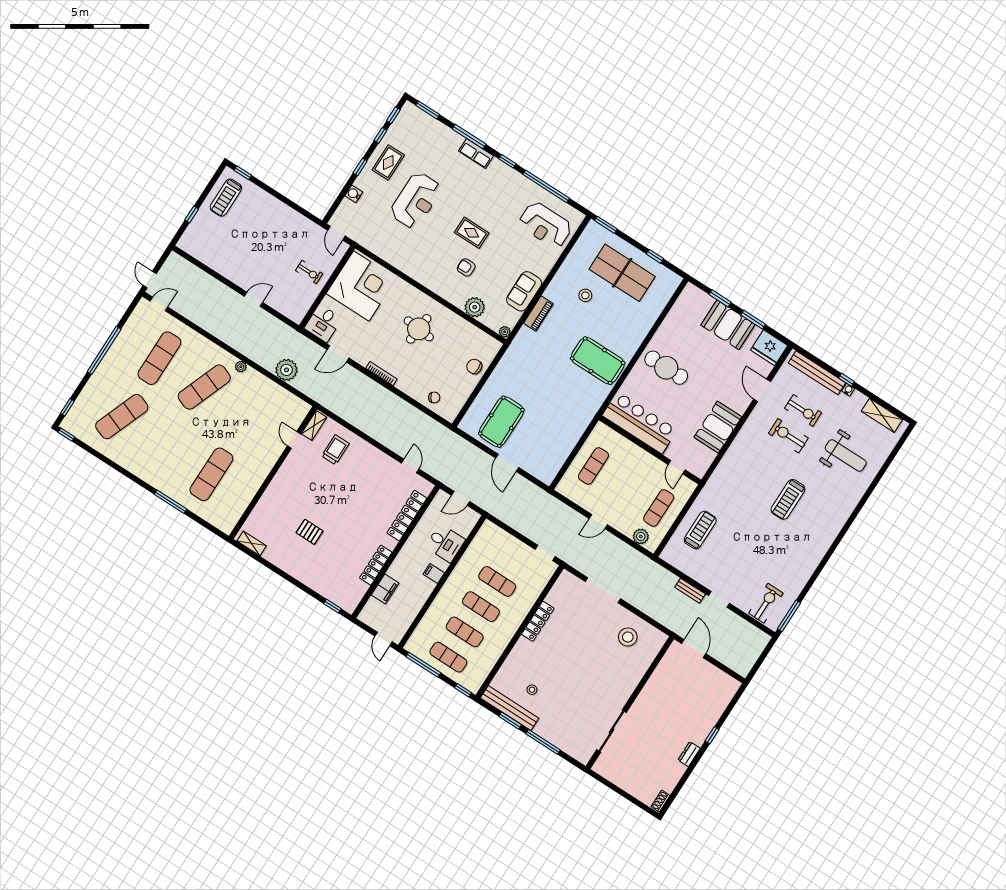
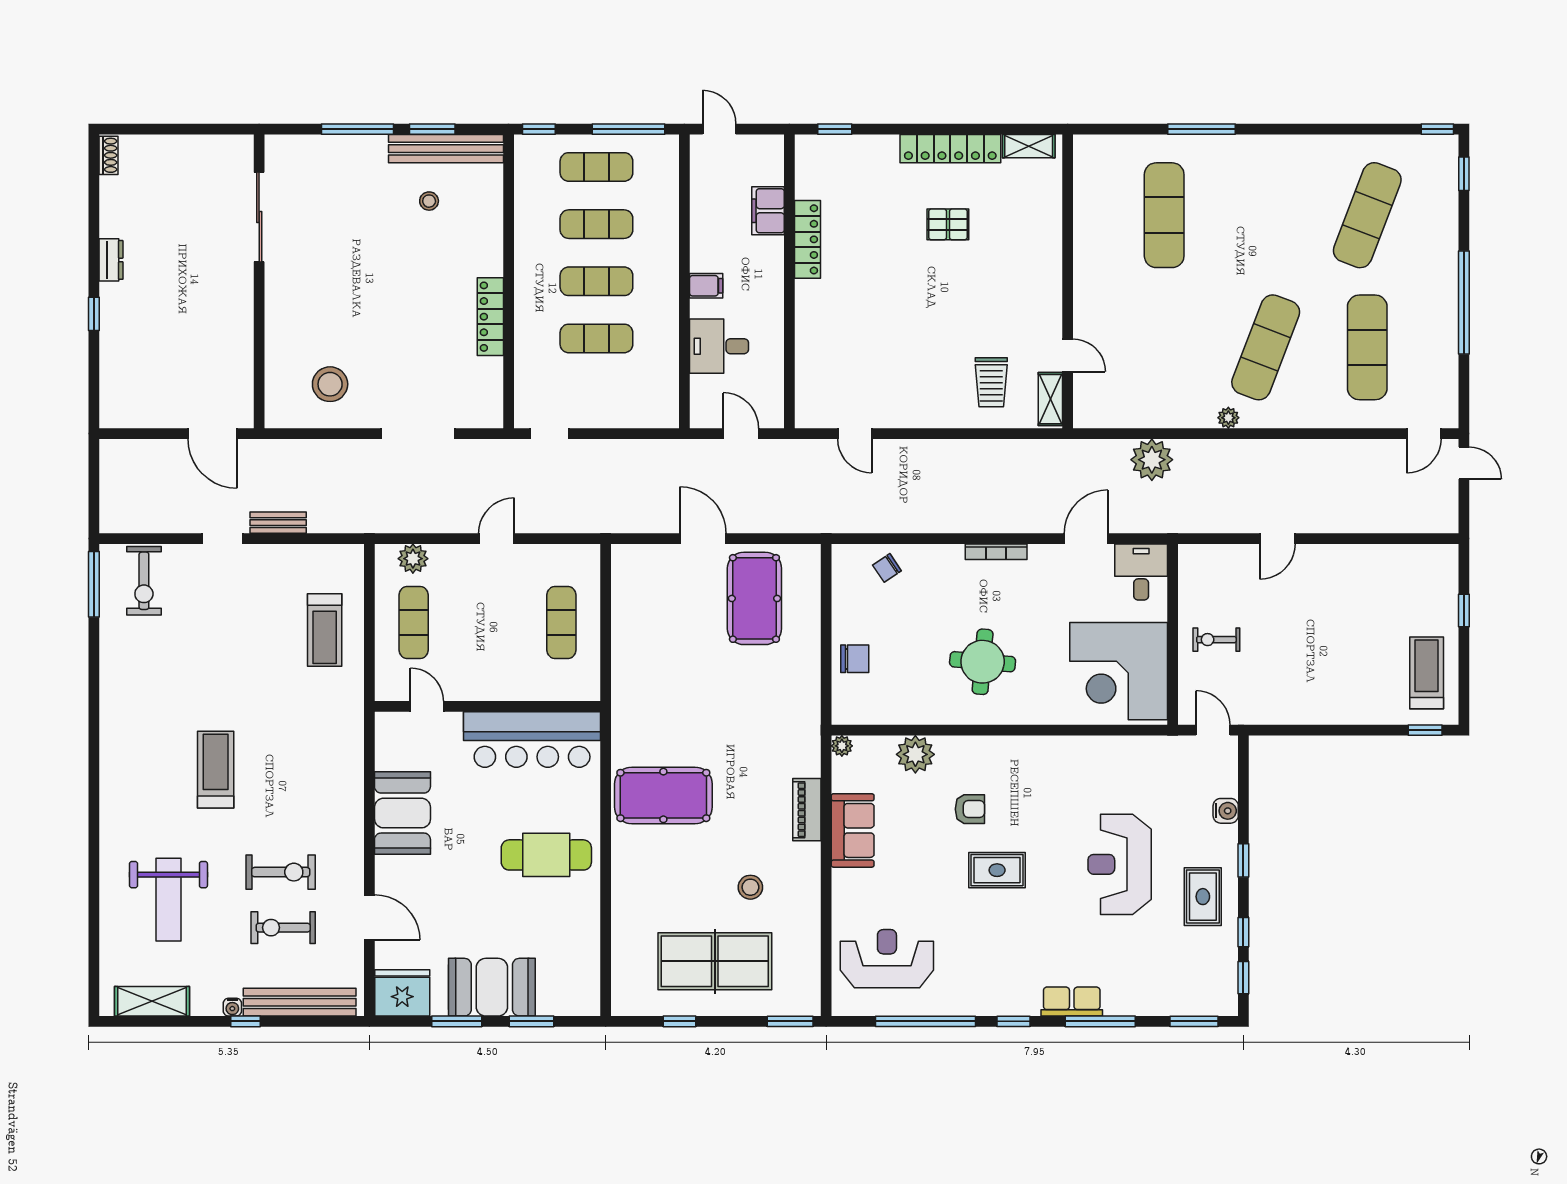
weight bench: (846, 455) -> (168, 900), turned -90
door: (460, 498) -> (741, 434), hinge flipped
locker: (407, 516) -> (950, 149), moved, turned 90

